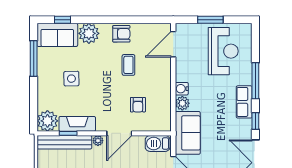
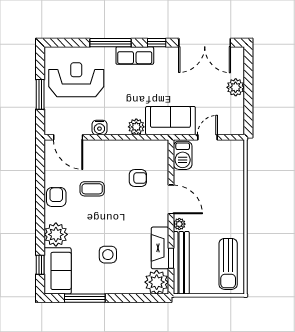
water cooler: (182, 89) -> (99, 128), moved

